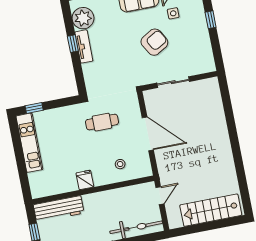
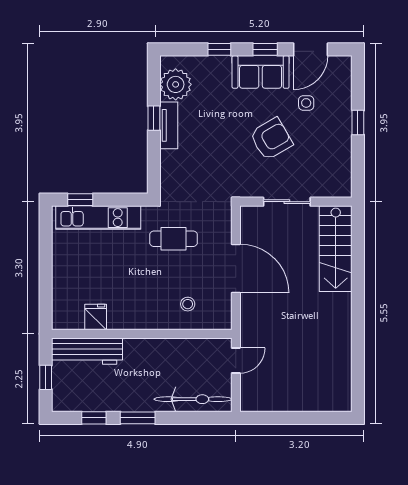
kitchen unit: (29, 143) -> (98, 218), moved, turned 90
fridge: (85, 180) -> (96, 317), moved
stairs: (211, 210) -> (336, 249), moved, turned -90

